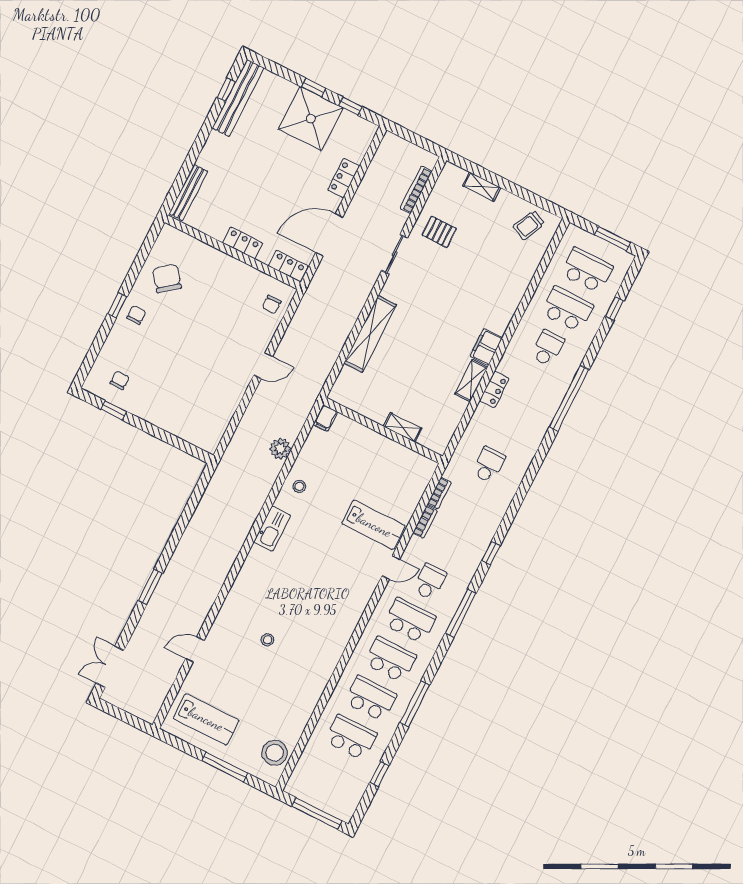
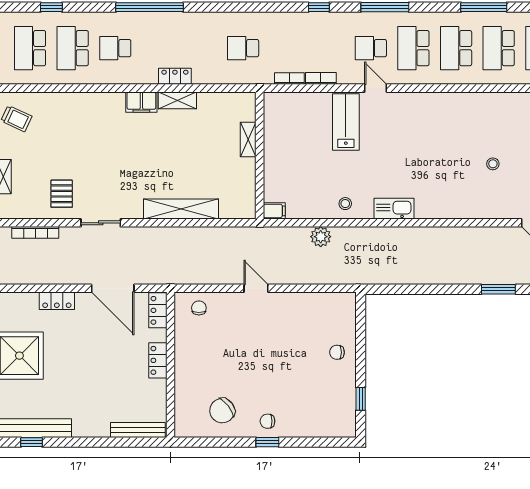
chair: (272, 305) -> (199, 308), turned -90
chair: (120, 380) -> (337, 352), moved

